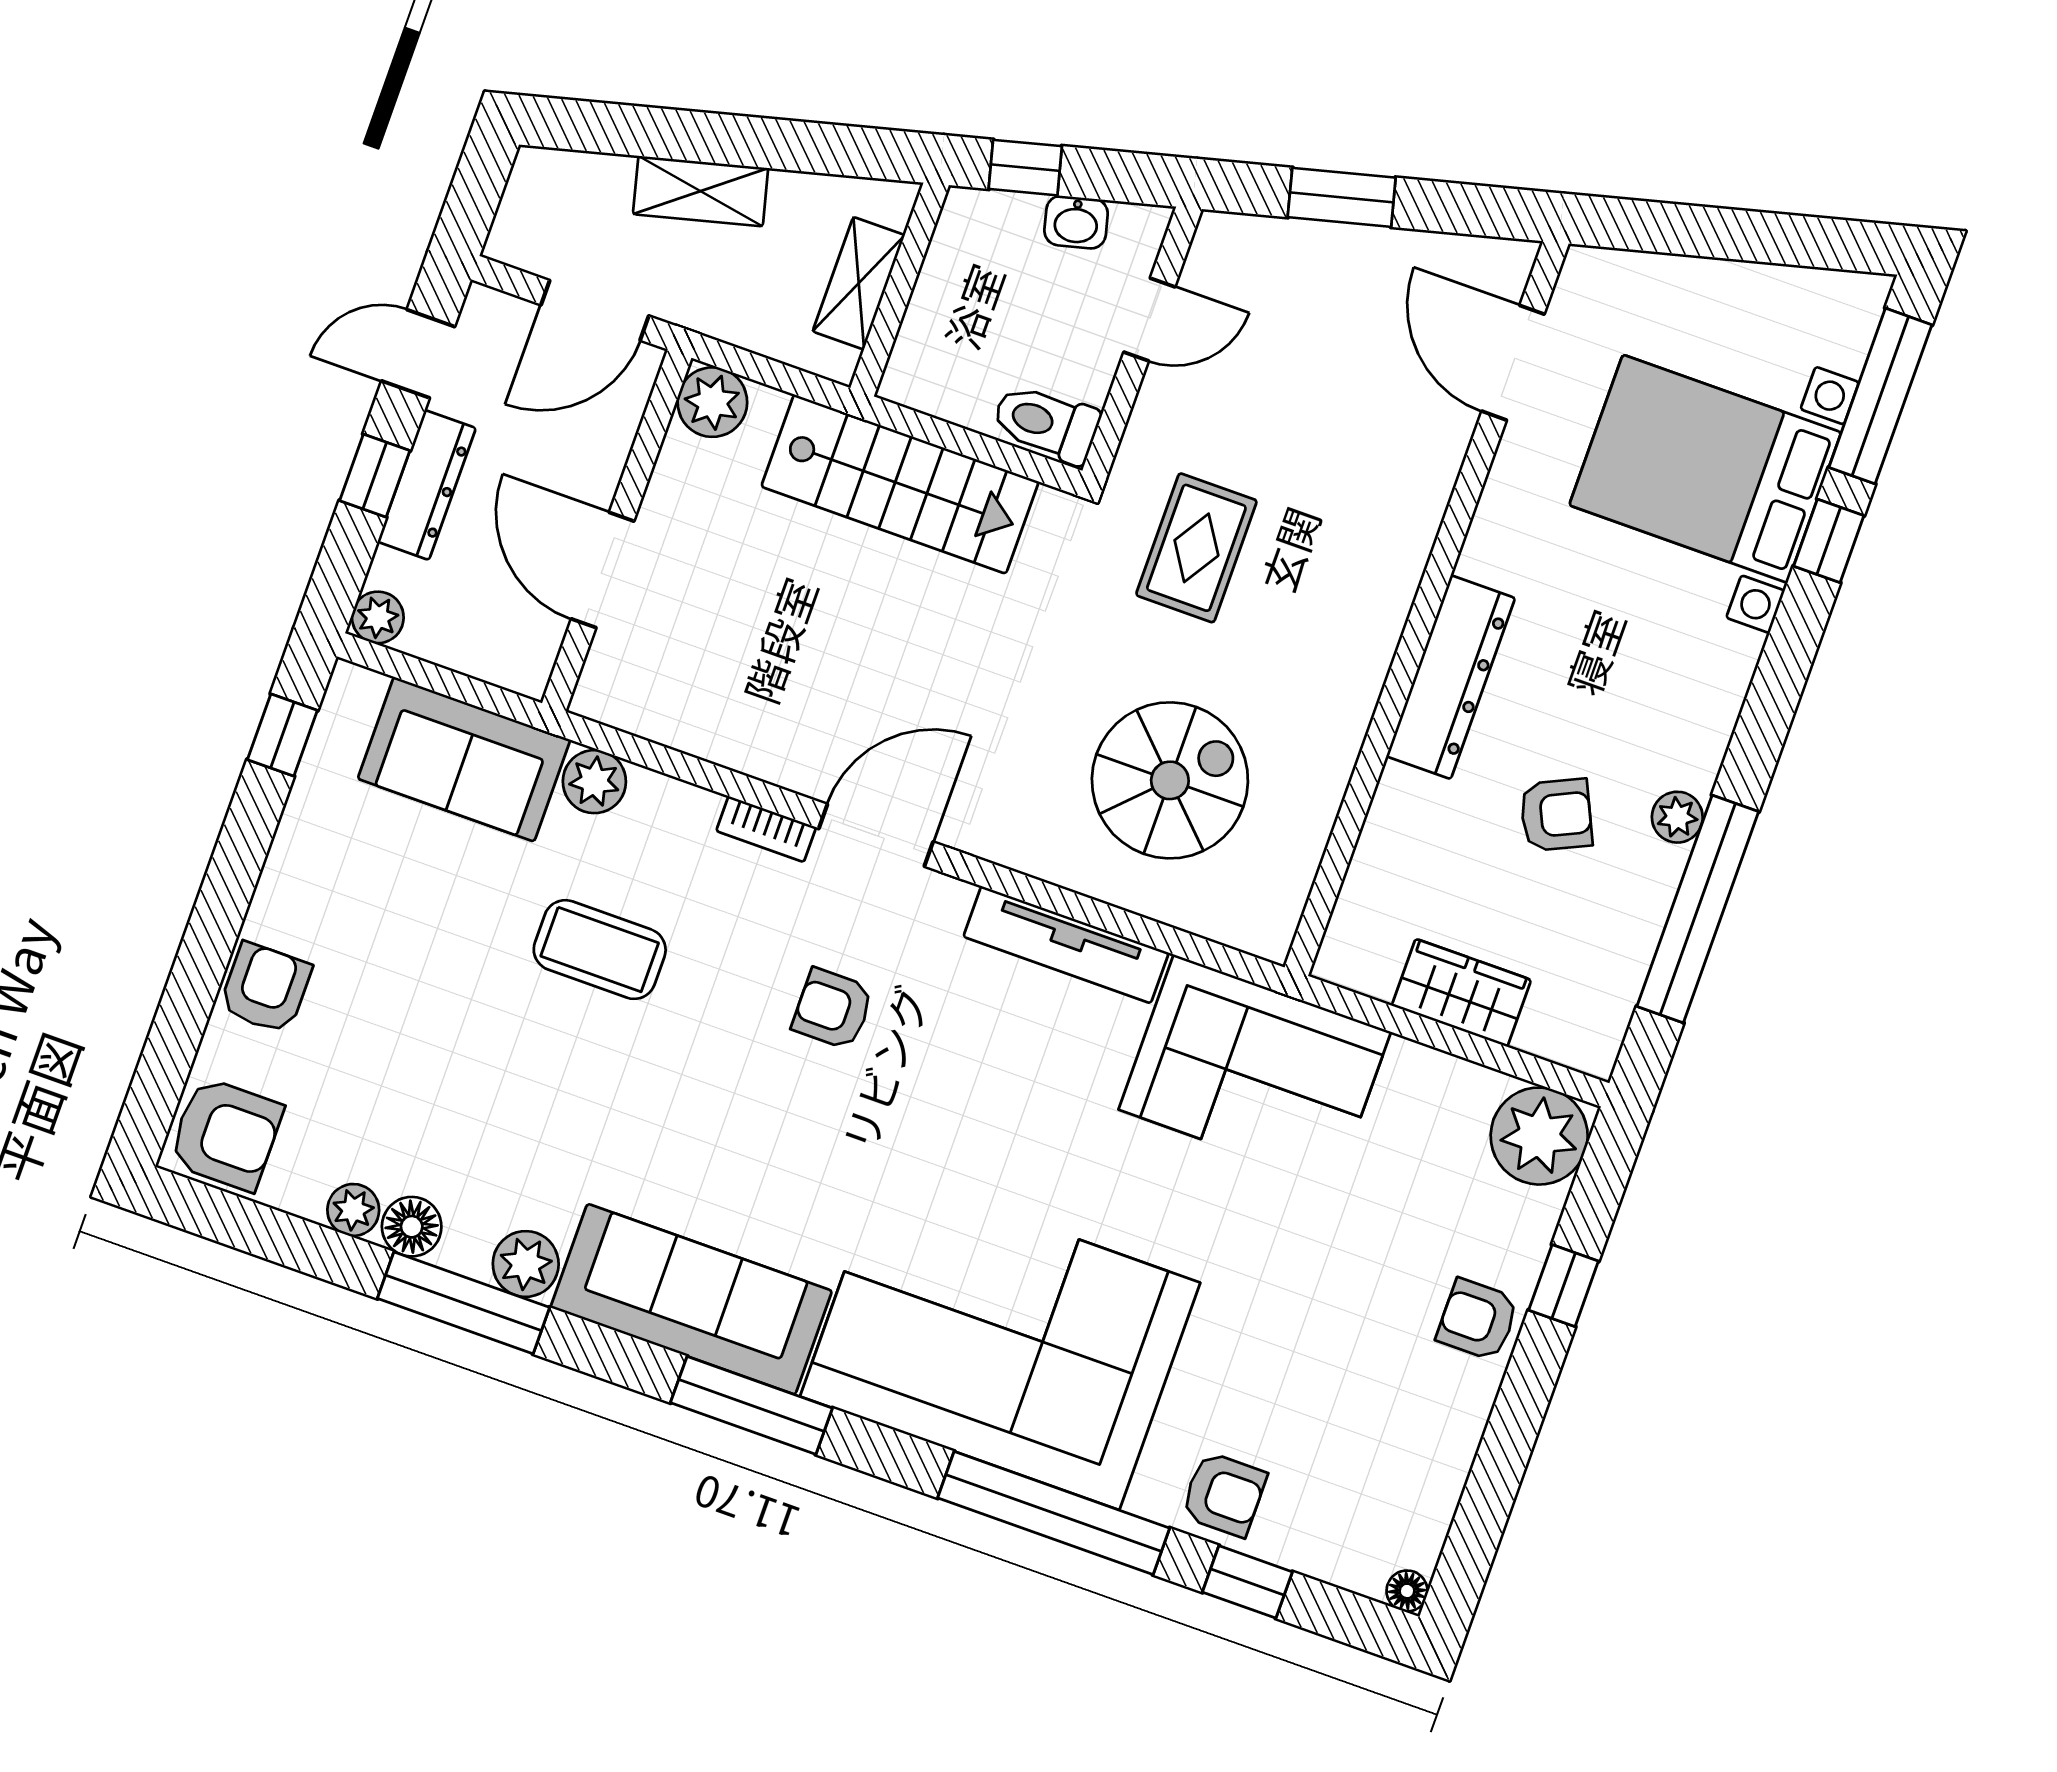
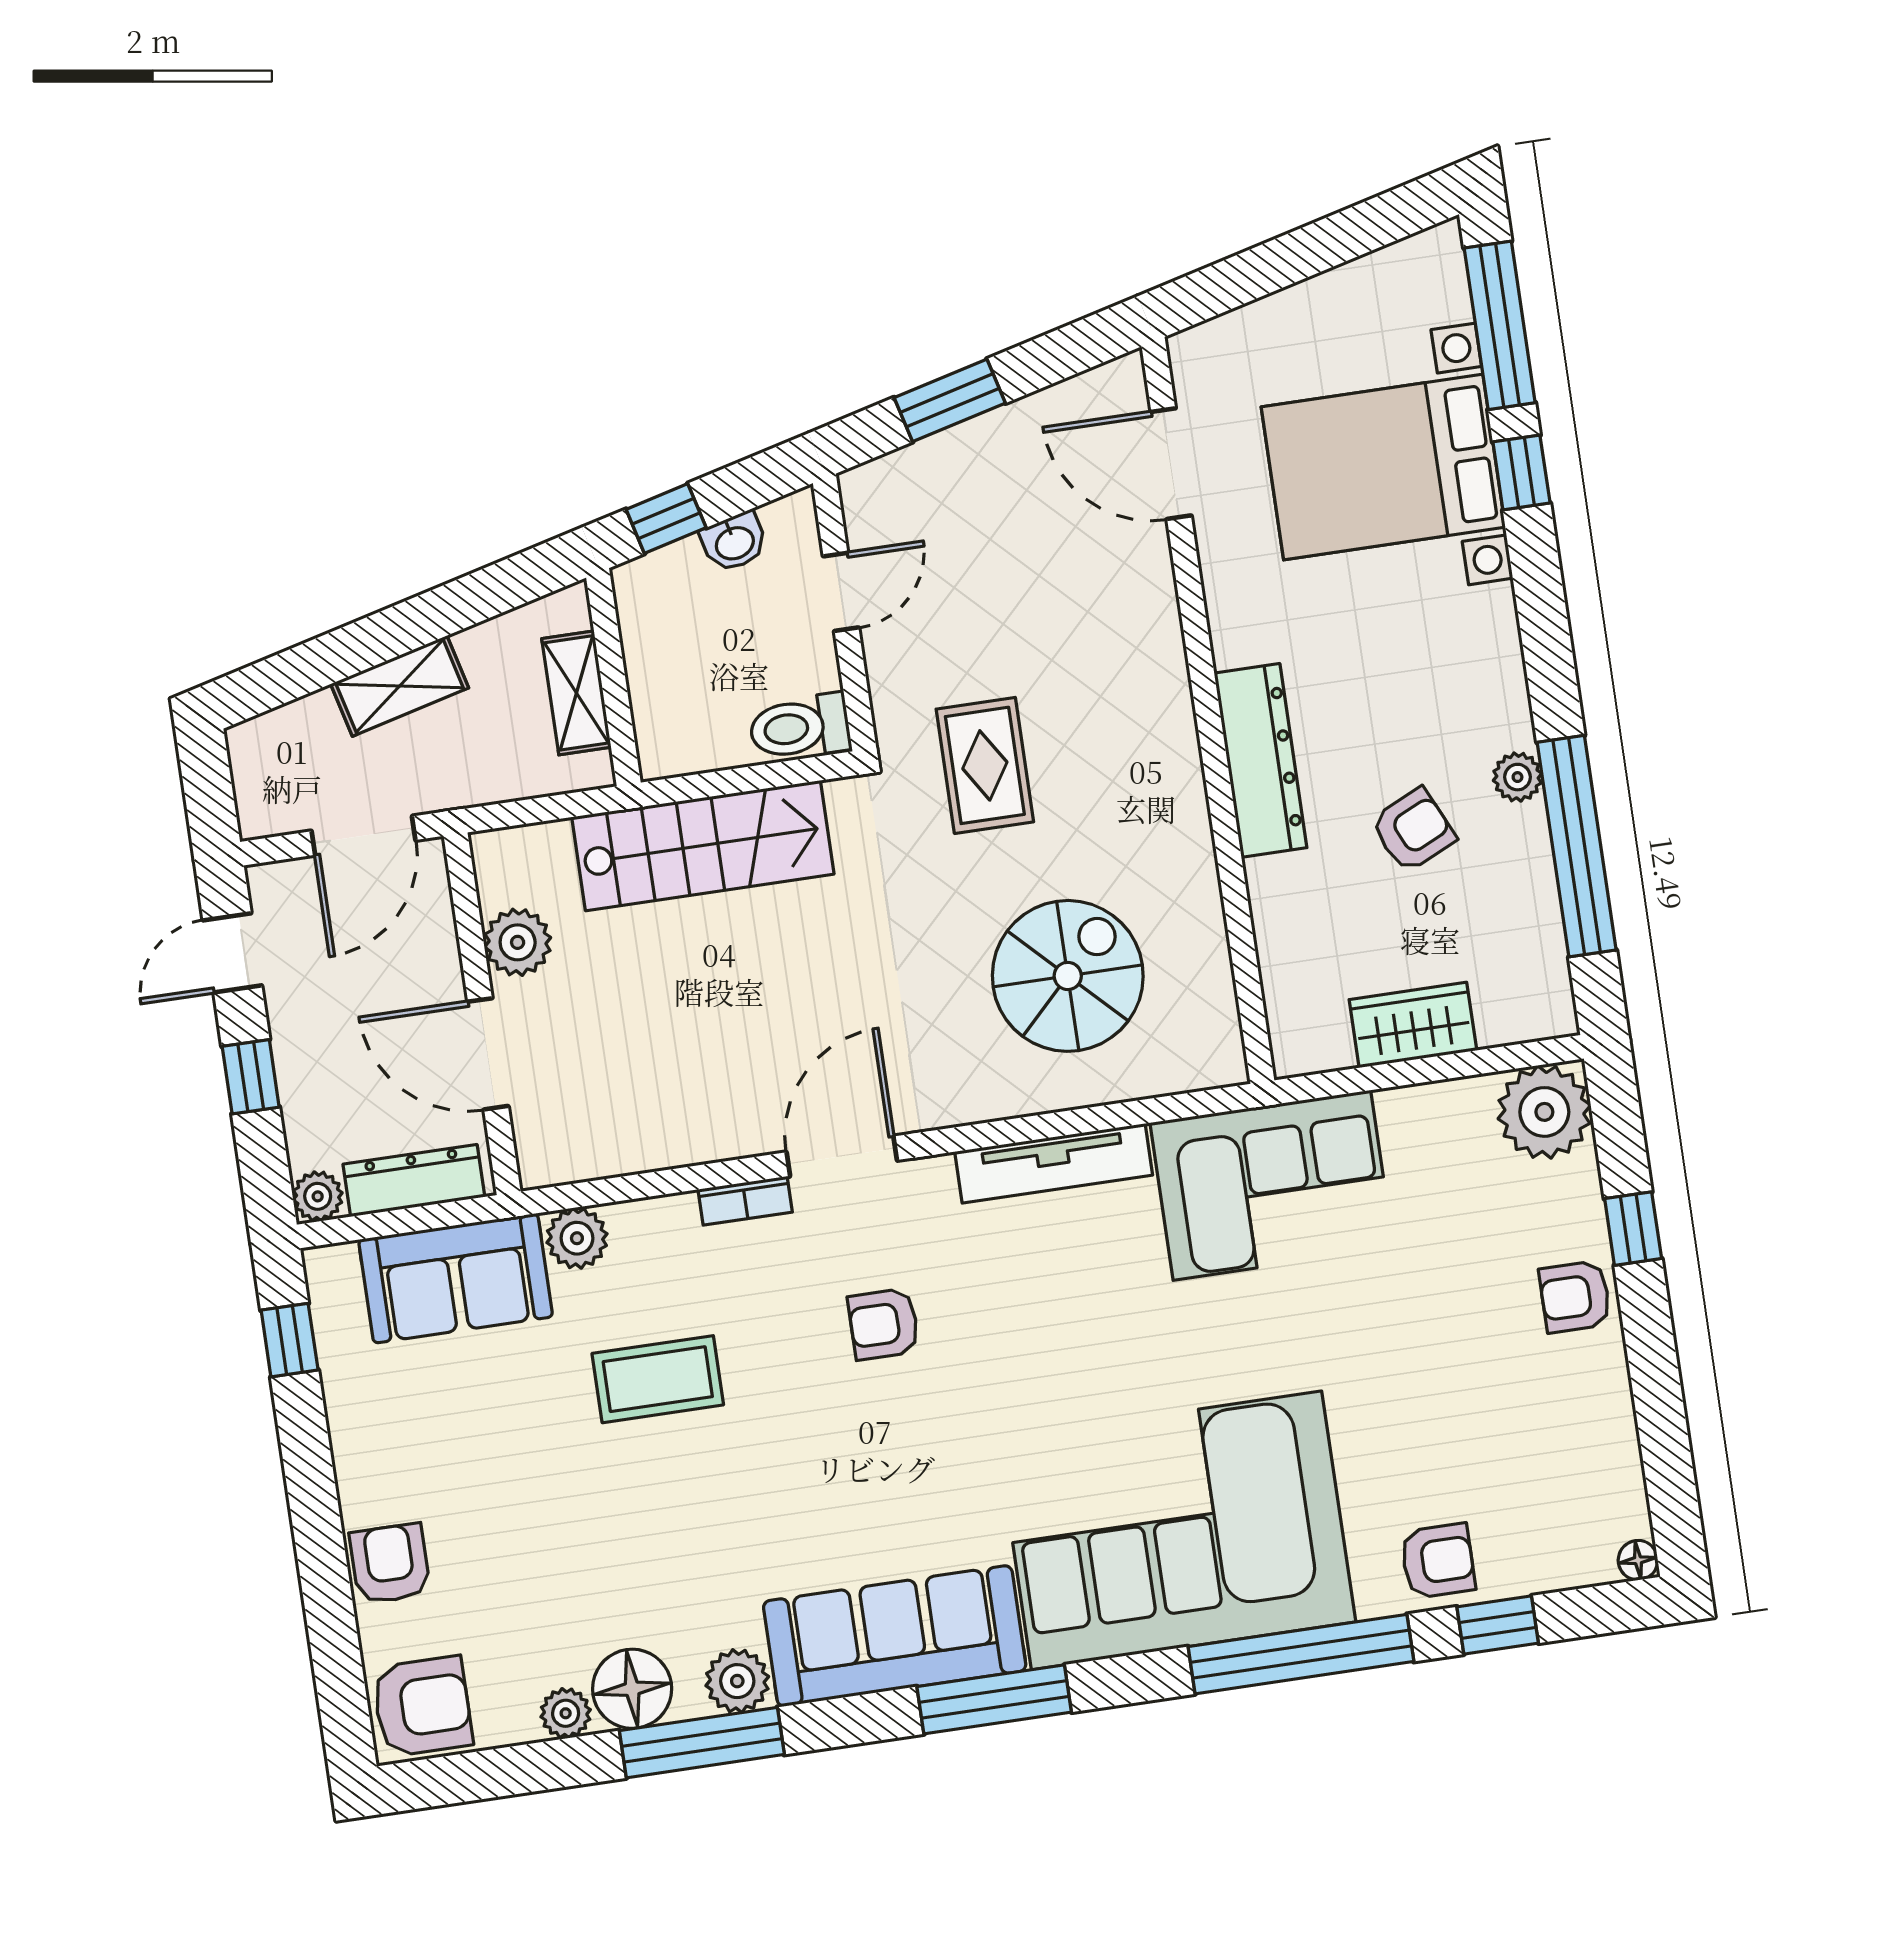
plant: (712, 402) -> (518, 942), moved
dresser: (427, 485) -> (414, 1181), moved, turned -90
floor lamp: (412, 1227) -> (632, 1689), width x1.38, depth x1.38

